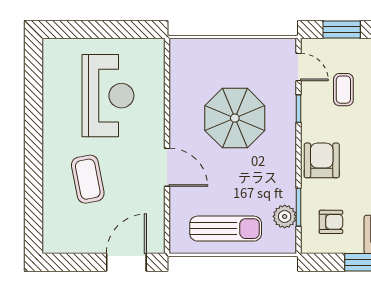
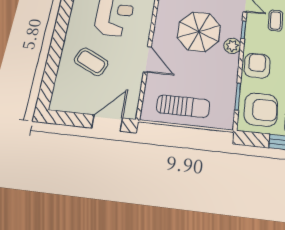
coffee table: (88, 179) -> (91, 62), turned -54
plant: (285, 216) -> (232, 46), moved
armchair: (331, 222) -> (261, 110), width x1.88, depth x1.88

